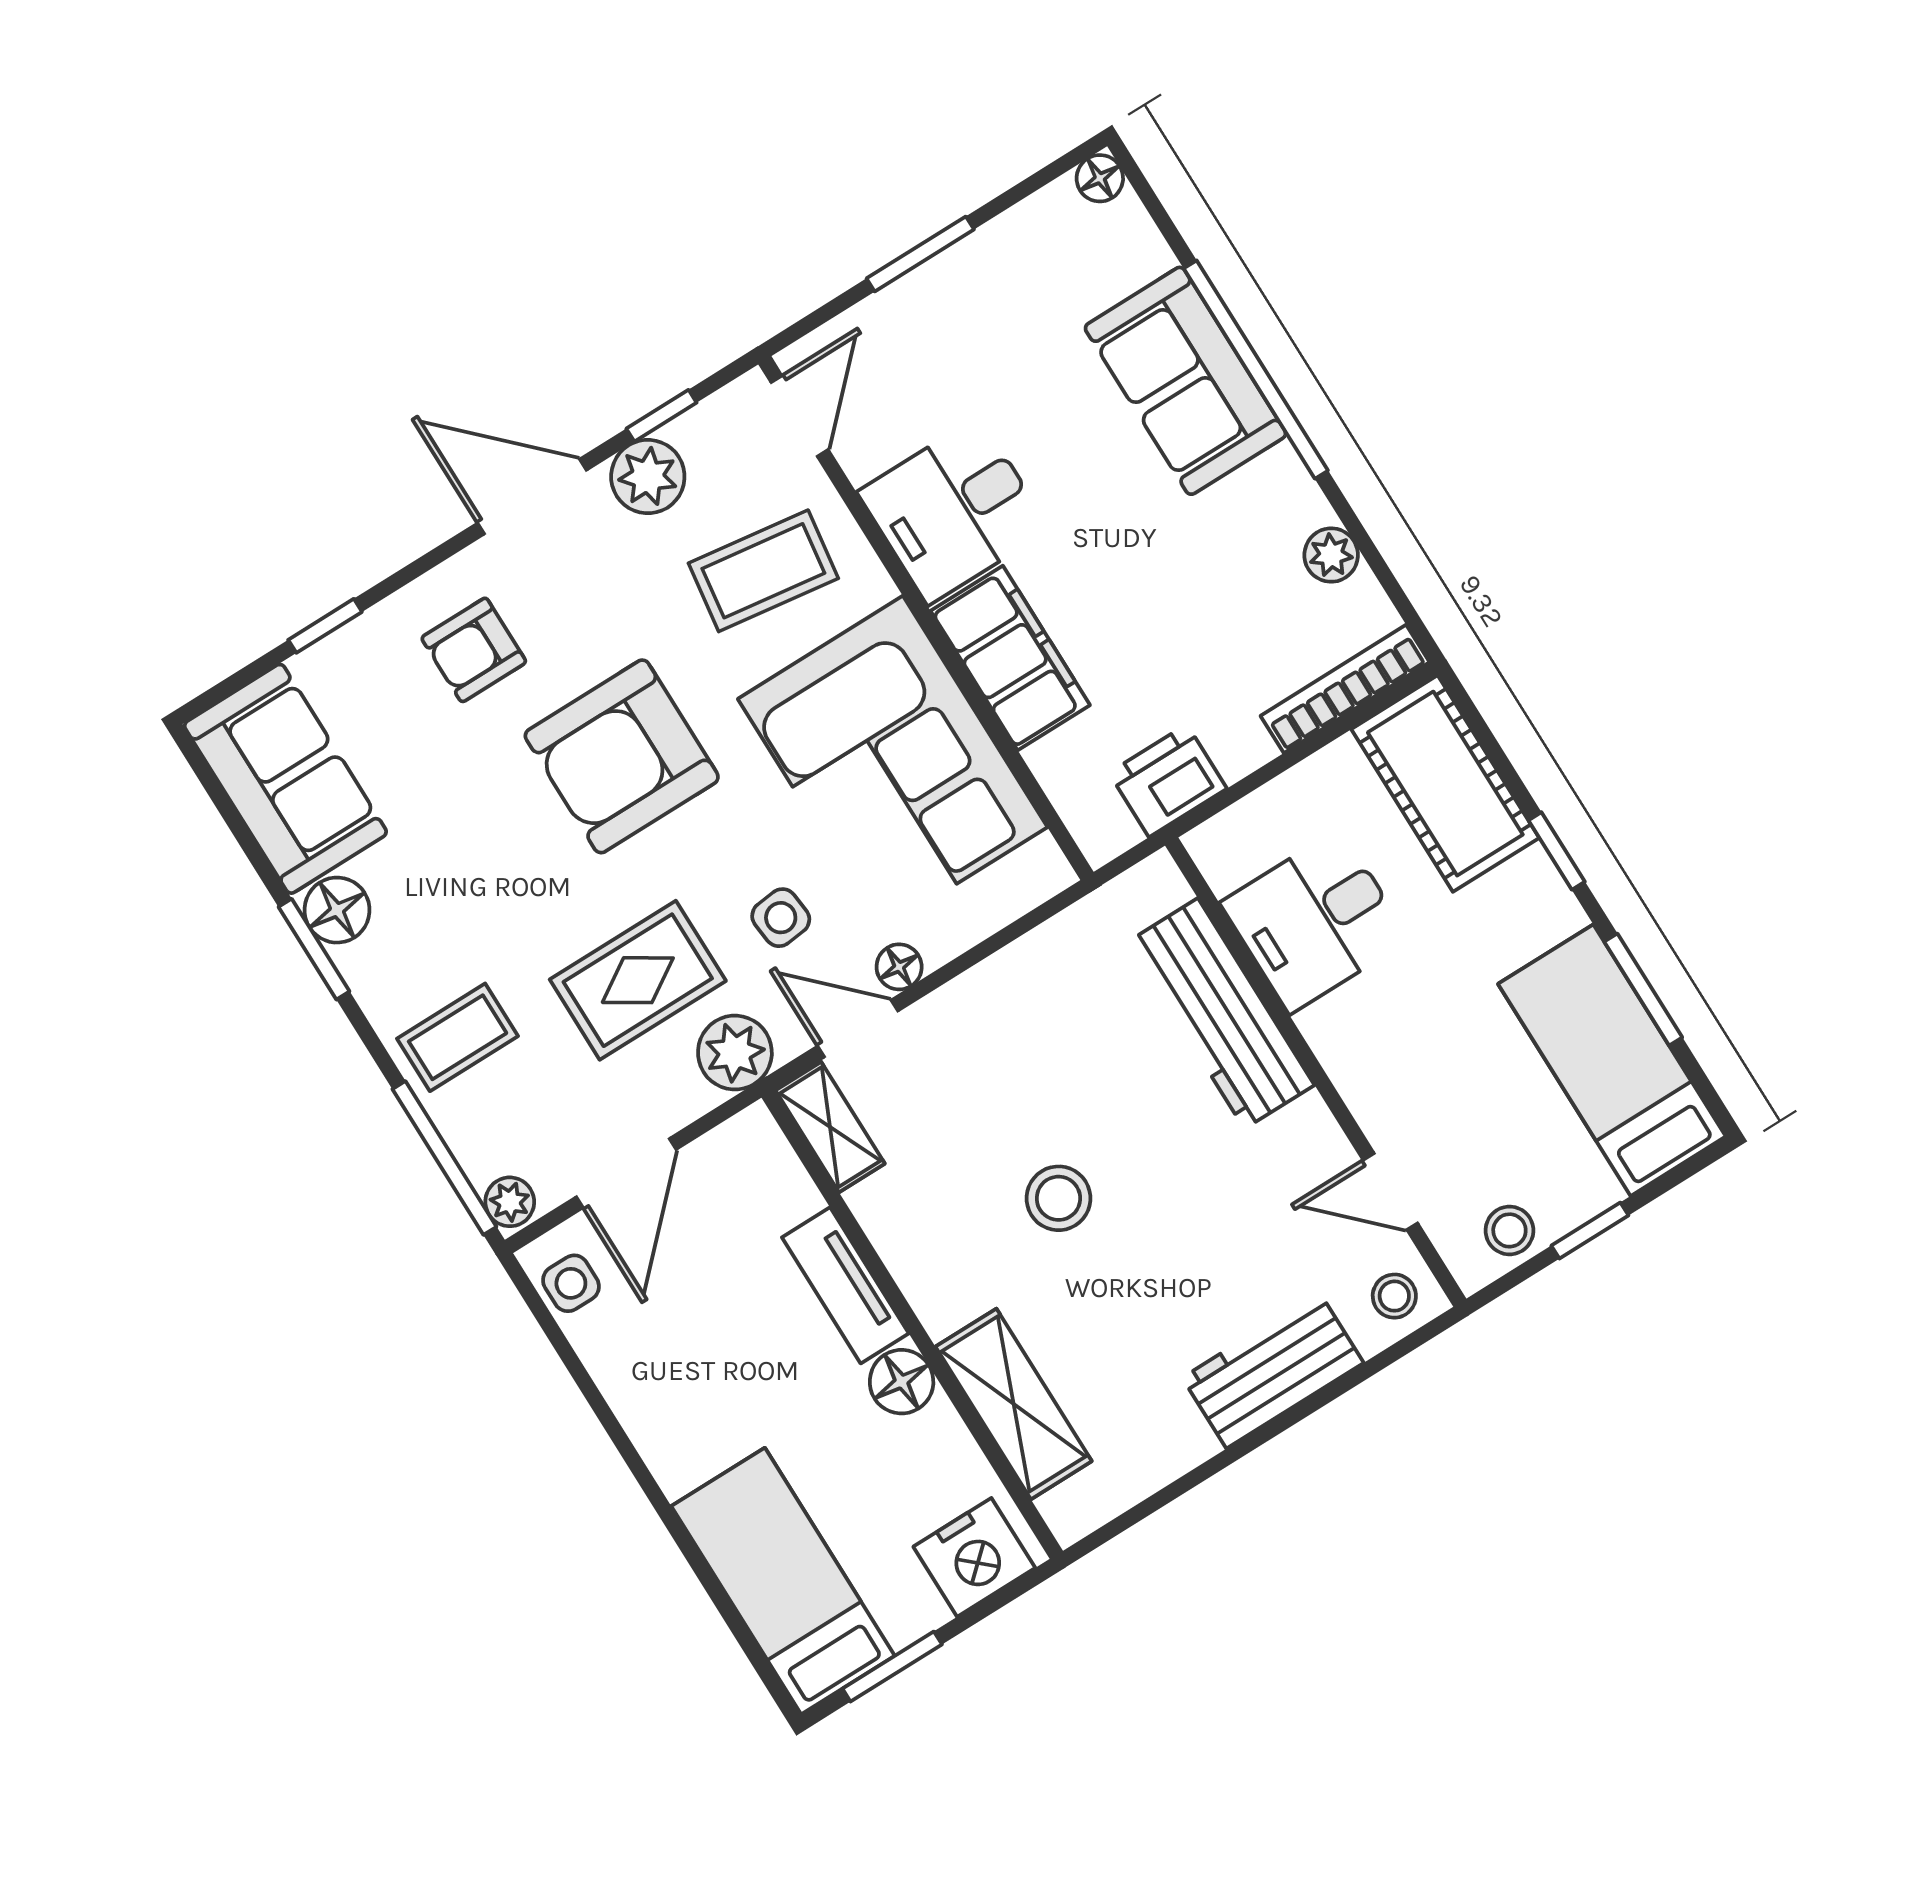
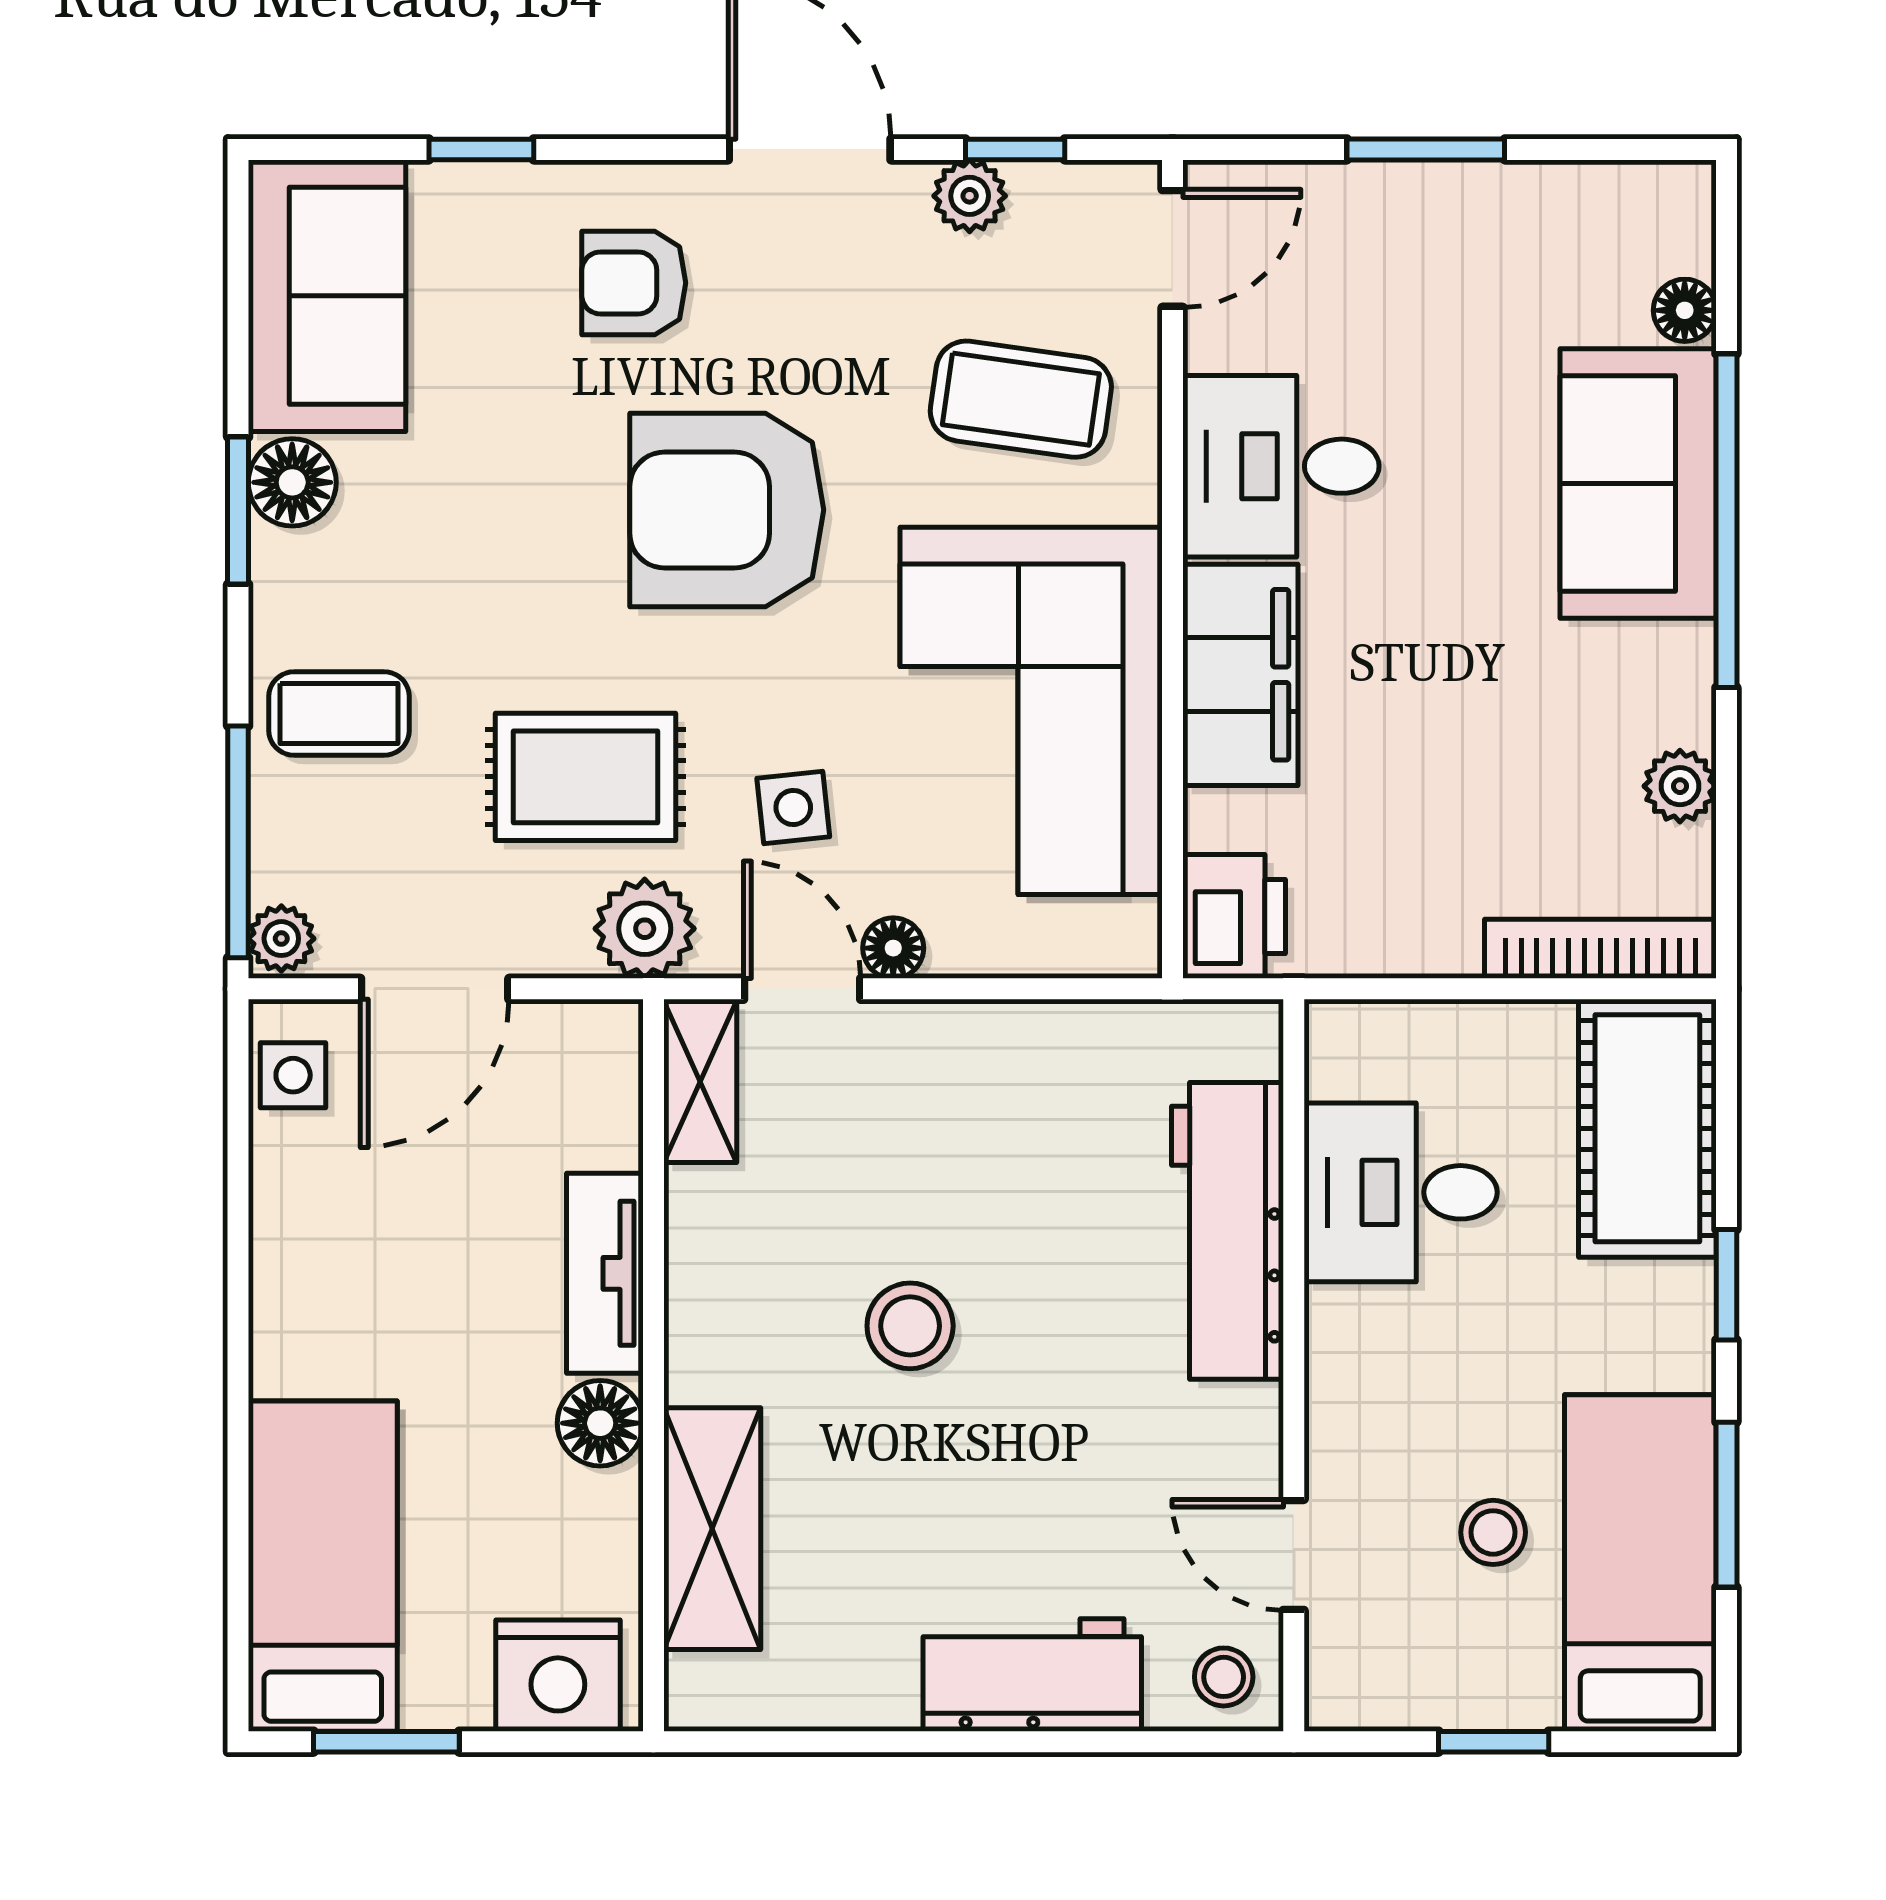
floor lamp: (1100, 178) -> (1685, 310), moved
plant: (648, 477) -> (970, 196), width x0.73, depth x0.73
printer: (1168, 781) -> (1234, 916), moved, turned 90
stool: (1509, 1230) -> (1493, 1532), moved

